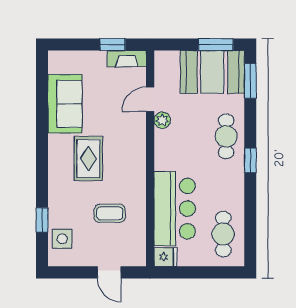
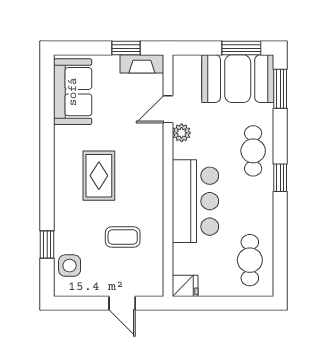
sofa: (65, 104) -> (73, 92), moved
bar counter: (175, 209) -> (195, 201), moved

